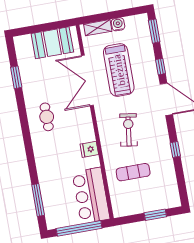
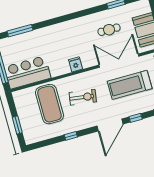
cafe table: (47, 117) -> (109, 30), moved
fridge: (89, 149) -> (76, 64), moved
exercise mat: (133, 172) -> (49, 104), width x2.00, depth x1.45

